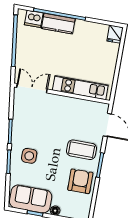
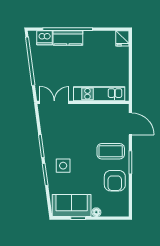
armchair: (80, 181) -> (115, 181), turned 180

